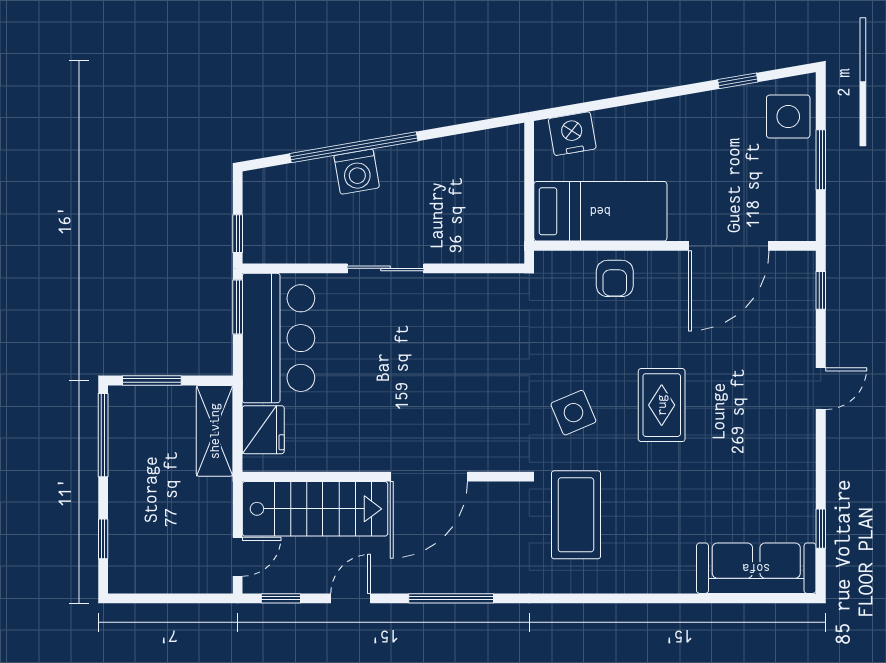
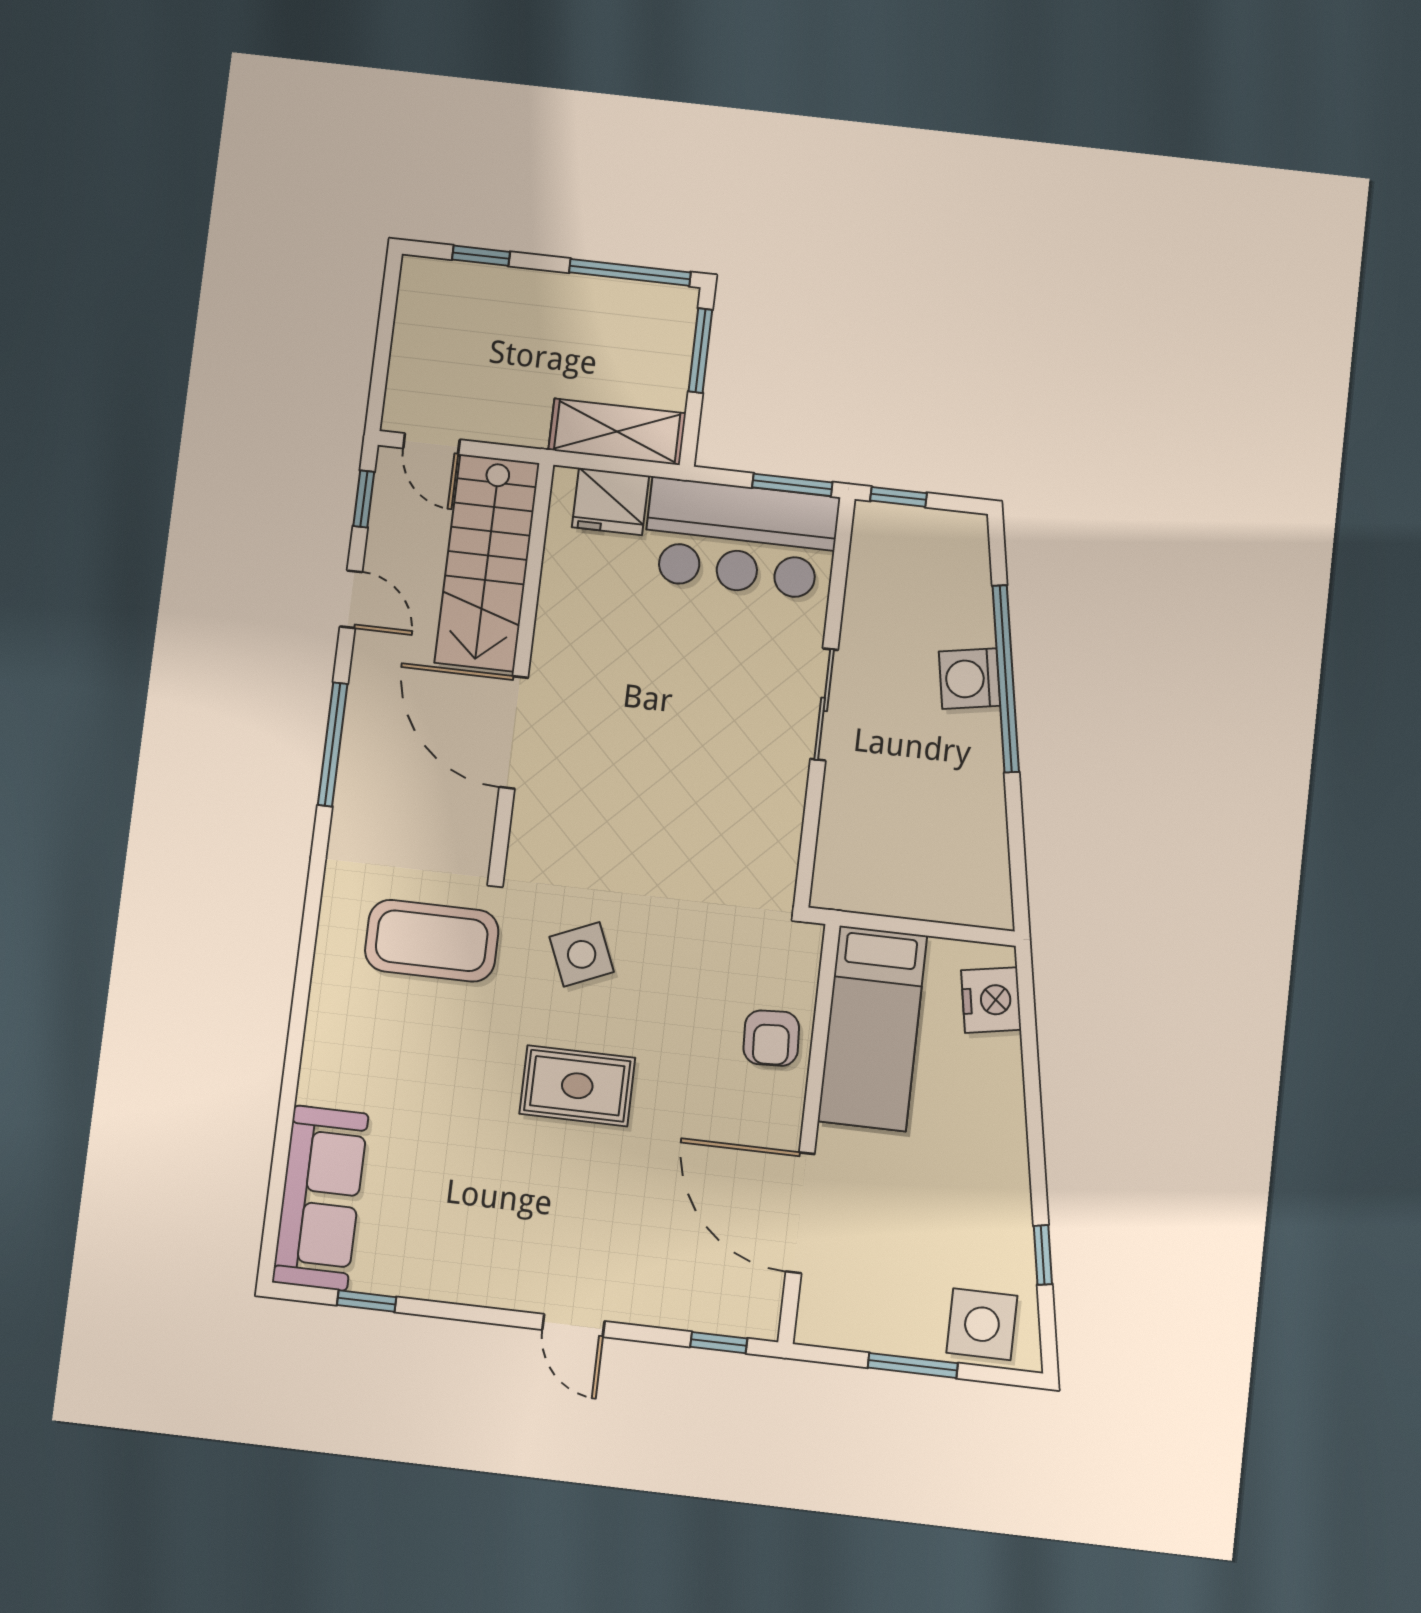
armchair: (615, 278) -> (771, 1038), turned -93

